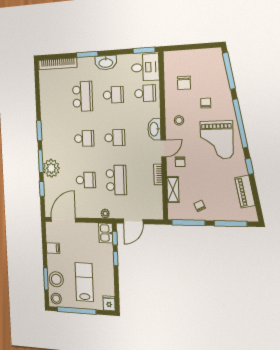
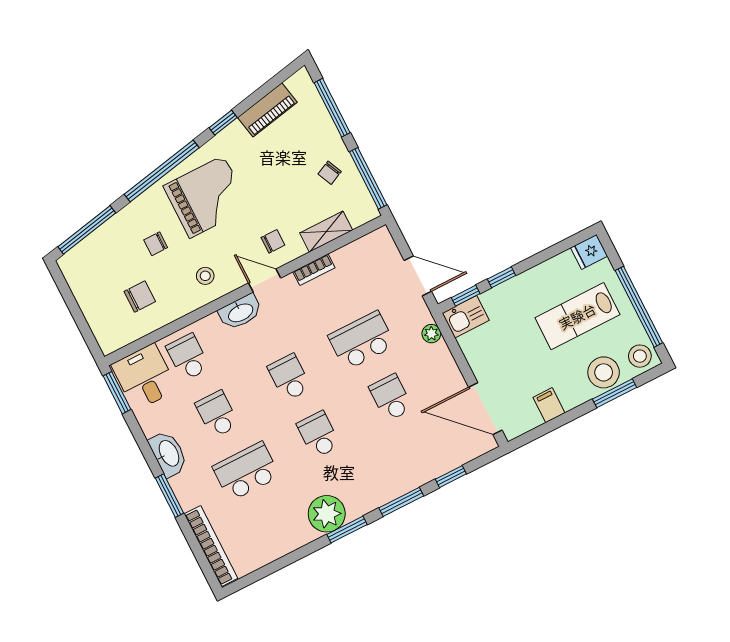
plant: (51, 168) -> (327, 514), moved

